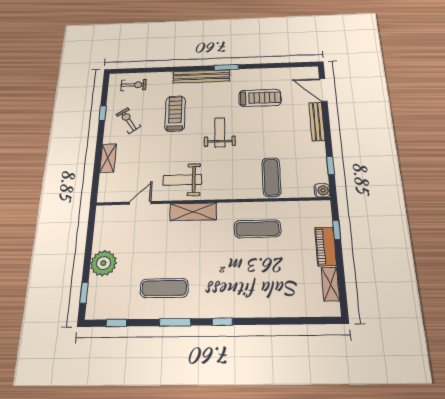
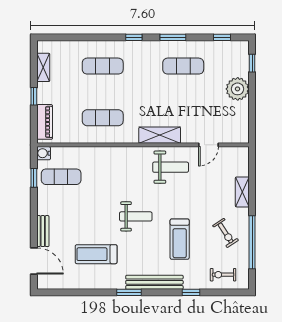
window: (166, 69) -> (191, 292), added
window: (103, 113) -> (252, 242), width x3.17
bench: (317, 121) -> (43, 231), width x0.73
weight bench: (220, 132) -> (136, 216), turned -90
exercise mat: (271, 177) -> (61, 177), moved, turned 90
window: (337, 230) -> (34, 96), moved
piano: (326, 246) -> (45, 122), moved
exercise mat: (259, 287) -> (103, 66), added

